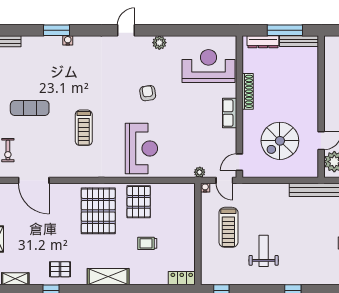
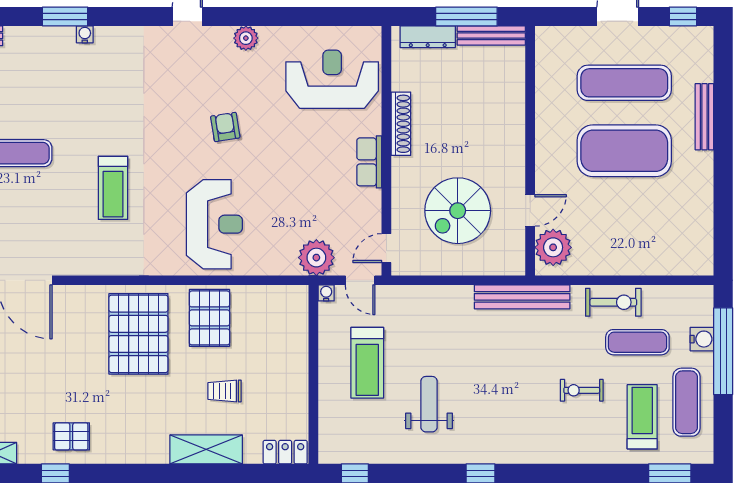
plant: (200, 172) -> (316, 258), width x1.88, depth x1.88
shelving: (108, 277) -> (206, 449), moved

